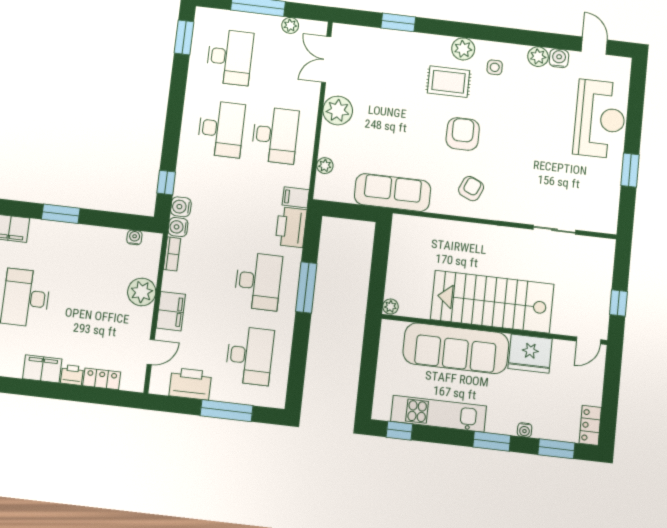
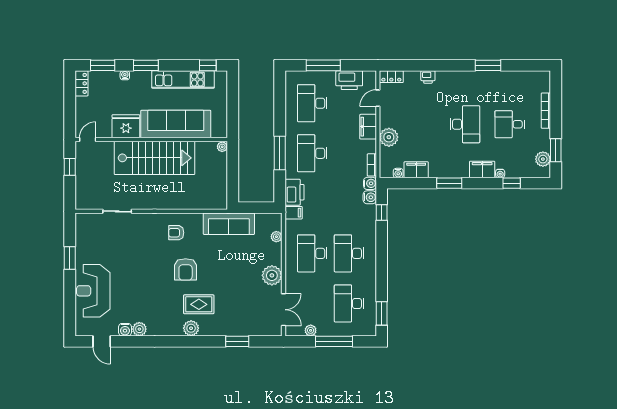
side table: (495, 67) -> (168, 318), removed
armchair: (471, 189) -> (176, 233), turned 66
filing cabinet: (42, 369) -> (416, 170), moved, turned 180
locker: (102, 379) -> (391, 77), moved

